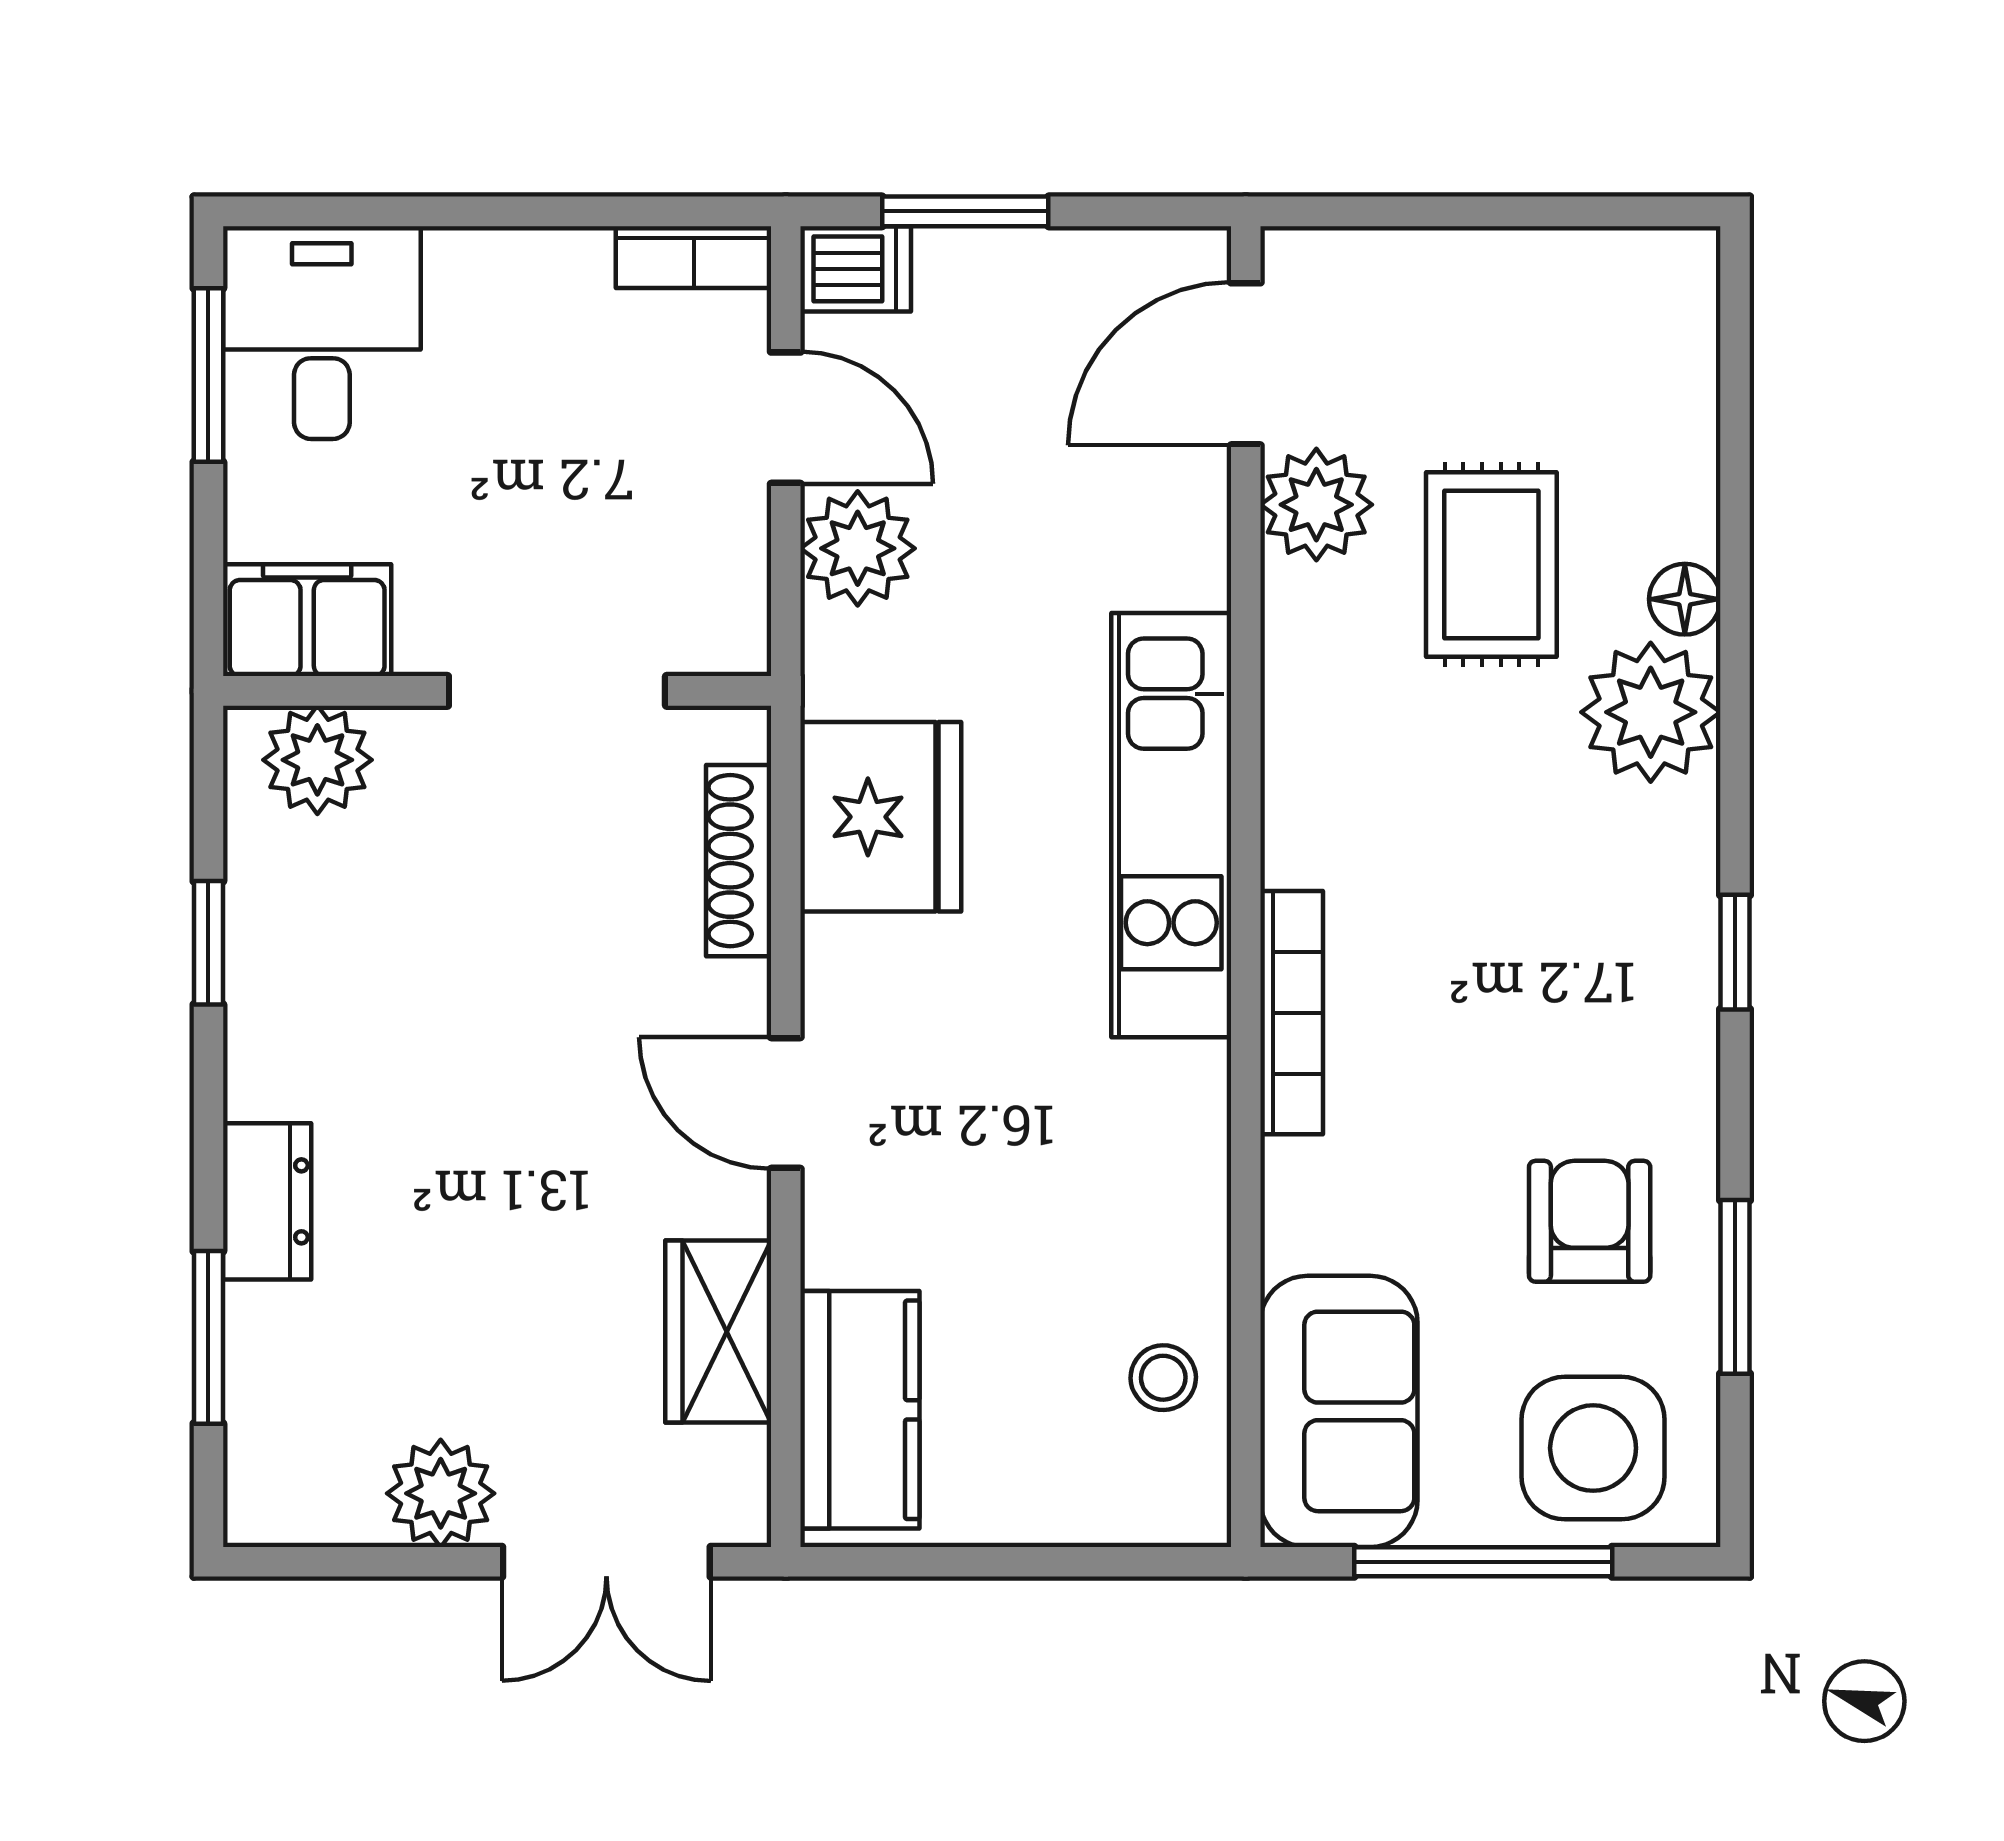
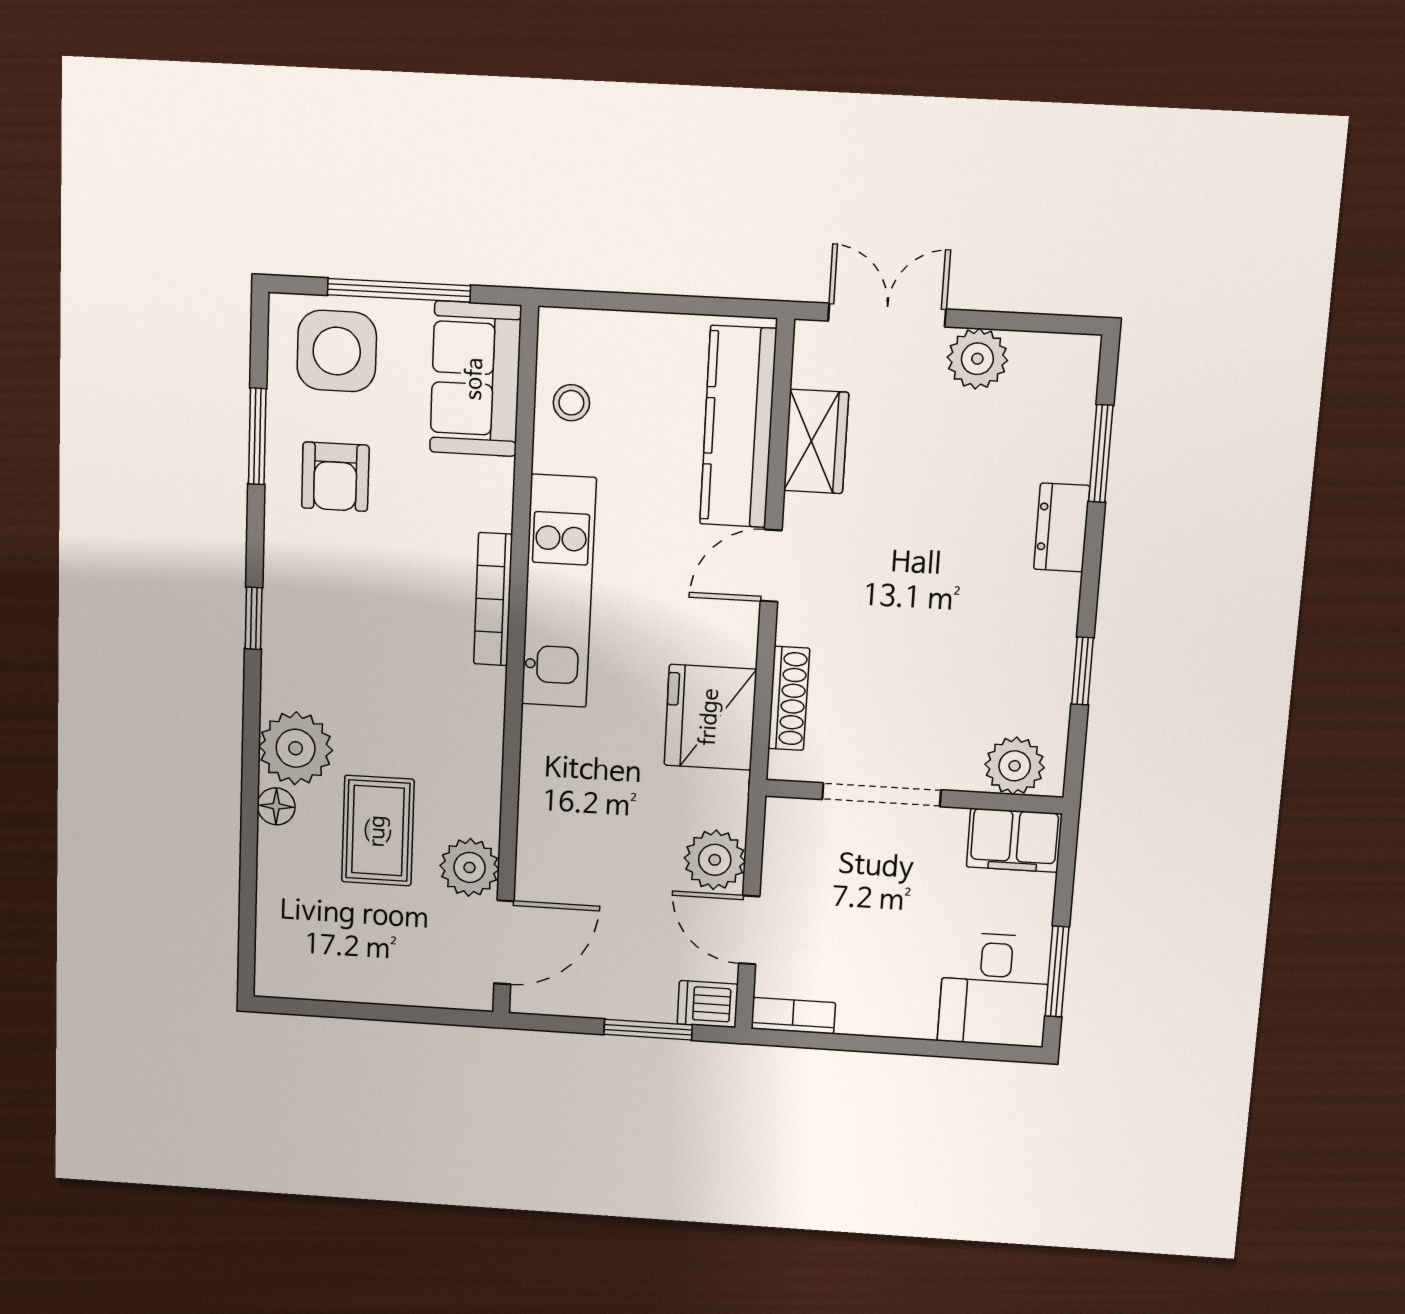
kitchen unit: (1171, 825) -> (559, 591), moved
door: (786, 1103) -> (771, 566), swing flipped
kitchen counter: (860, 1410) -> (738, 427), width x1.50

